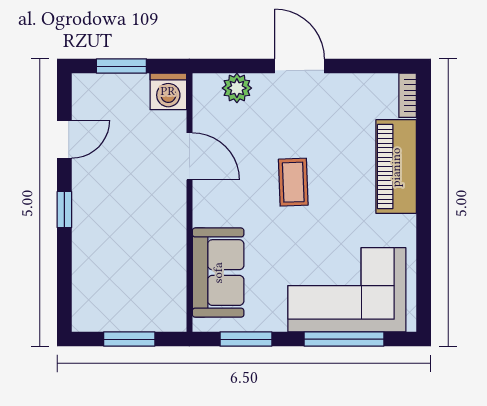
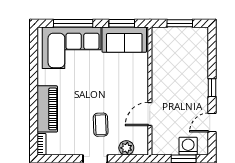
washing machine: (168, 91) -> (188, 146), moved
door: (189, 156) -> (150, 114), hinge flipped
coffee table: (293, 182) -> (101, 125), moved
sofa: (218, 273) -> (124, 40), moved, turned -90

